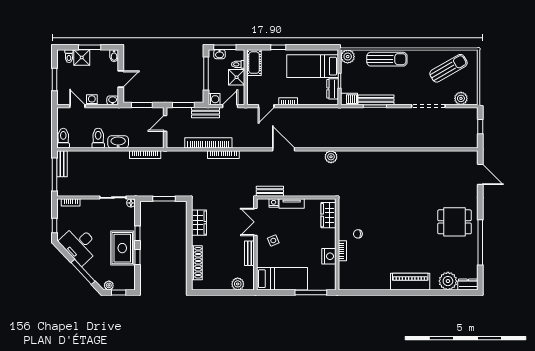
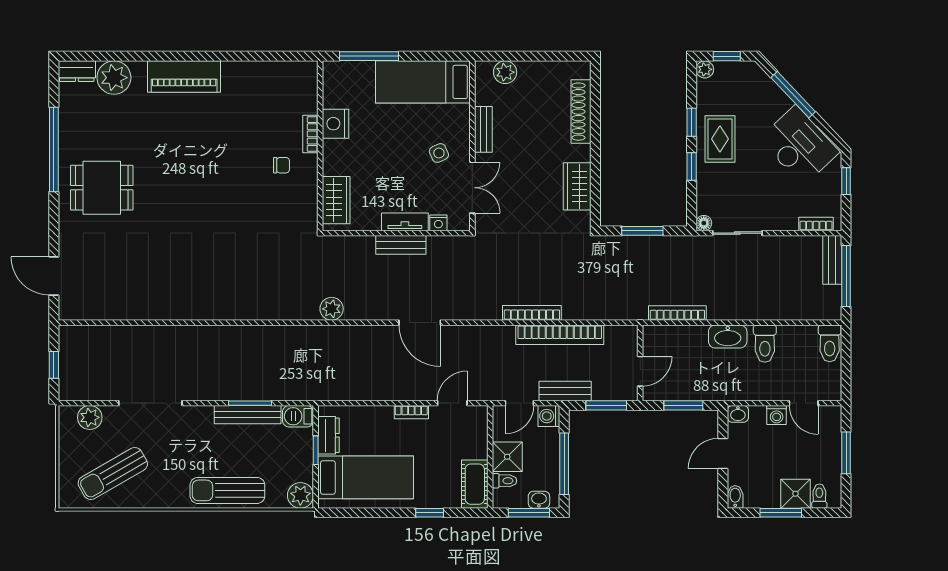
bench: (62, 164) -> (832, 260), moved
bench: (270, 191) -> (401, 245), moved
rug: (122, 248) -> (720, 139), width x0.73, depth x0.70
plant: (109, 285) -> (705, 69), moved

